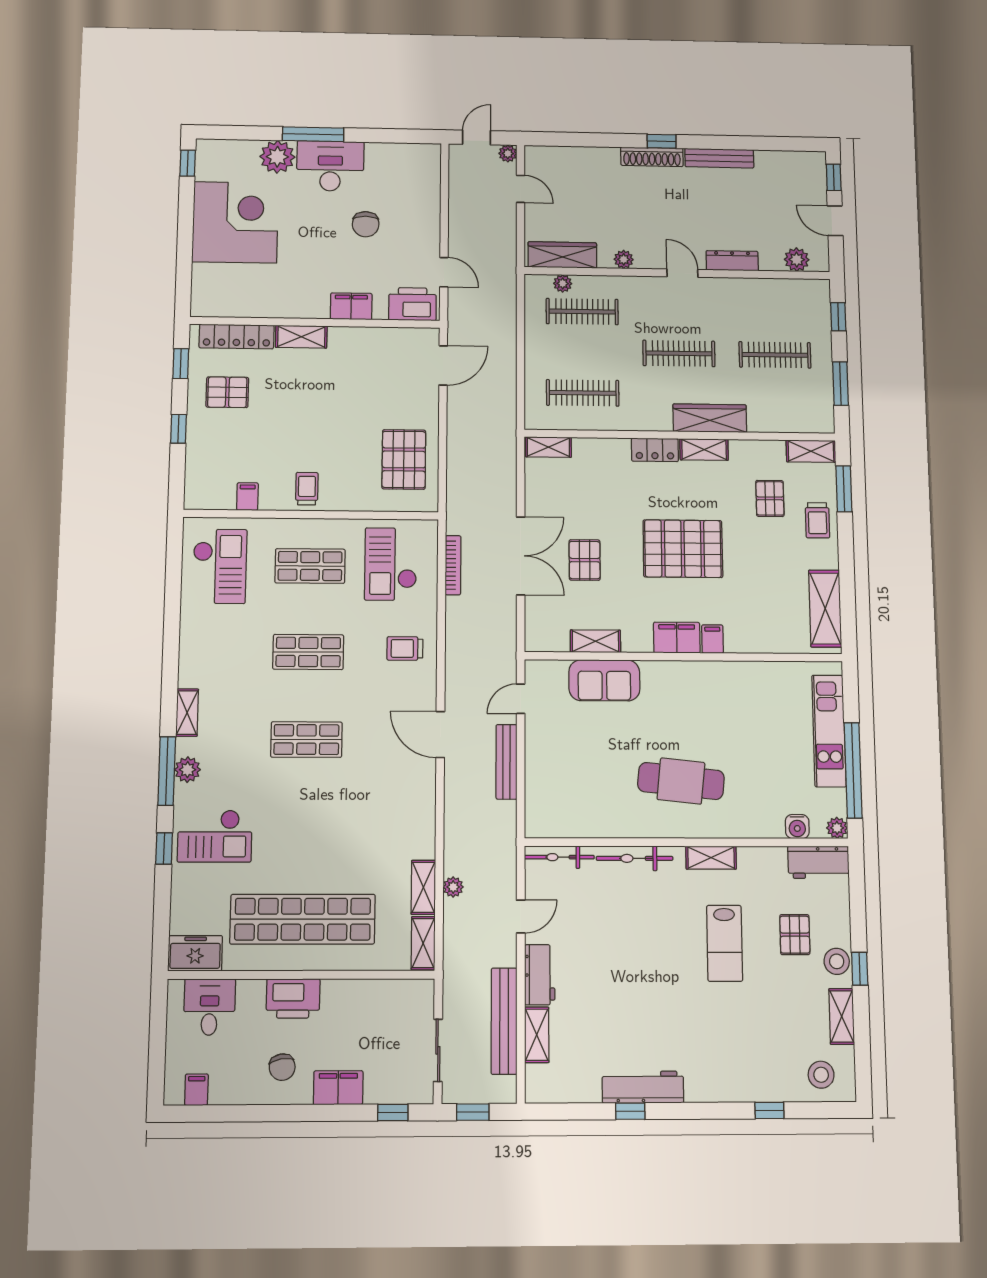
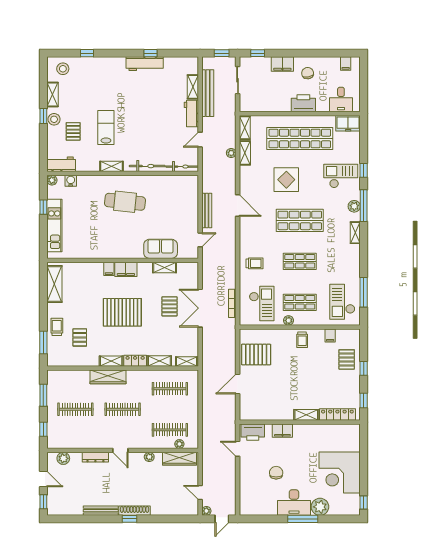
door: (443, 365) -> (238, 384), moved
pallet: (227, 392) -> (347, 359), moved, turned 90
shelving: (811, 451) -> (159, 361), moved
pallet: (404, 459) -> (256, 355), turned 90
plant: (335, 529) -> (289, 320), added
window: (173, 586) -> (364, 292), added
door: (440, 735) -> (238, 205), moved
shop shelf: (306, 740) -> (300, 220), width x1.43, depth x1.36
window: (853, 770) -> (43, 207), width x0.32
display table: (334, 828) -> (286, 180), added

